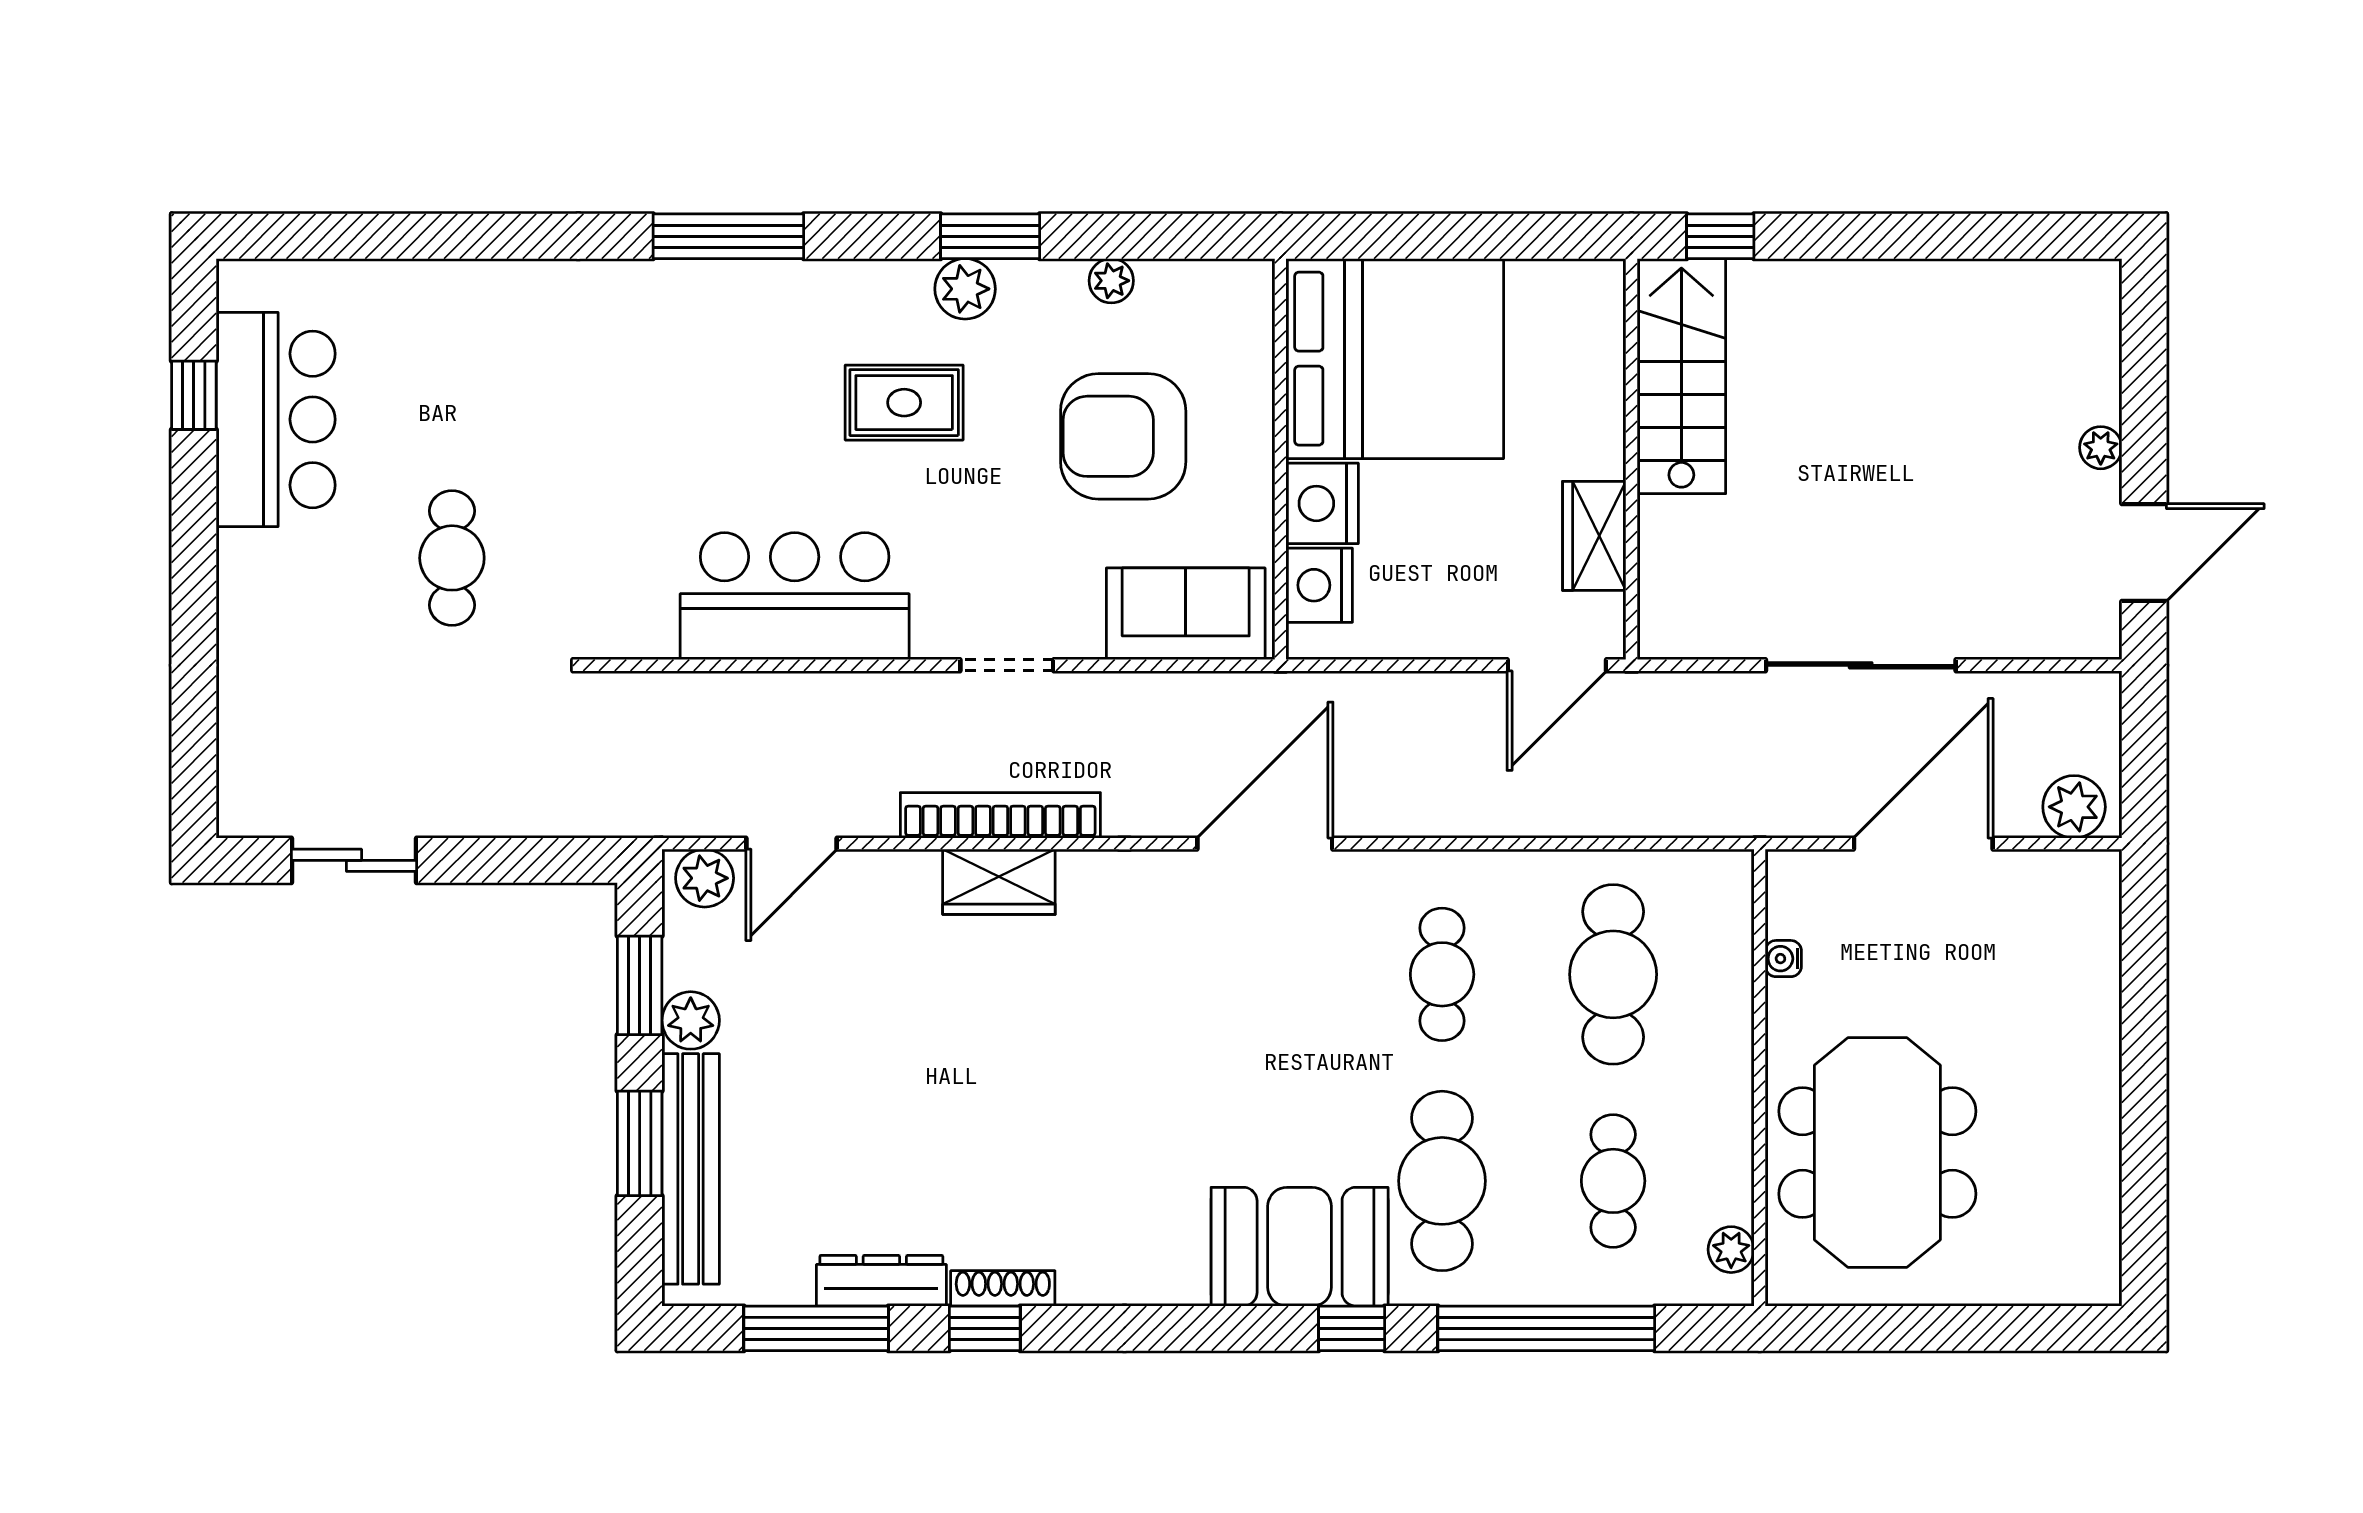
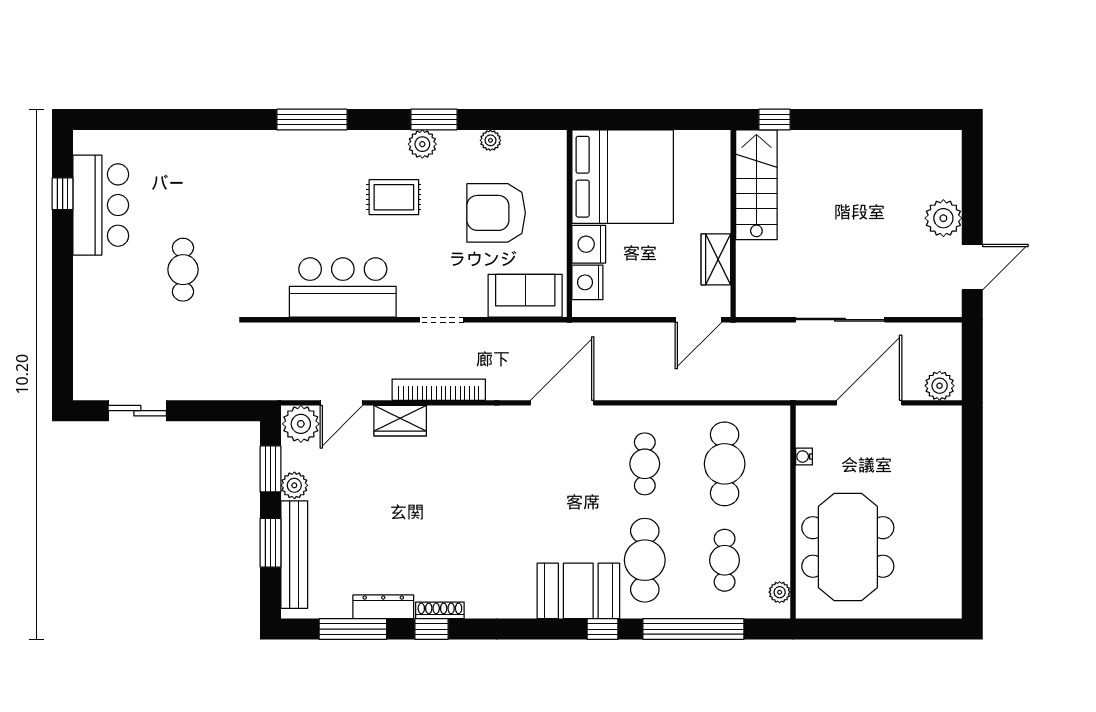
plant: (2101, 448) -> (943, 218), width x1.88, depth x1.88
plant: (705, 878) -> (301, 424), width x1.36, depth x1.36
wardrobe: (999, 882) -> (400, 421), moved

